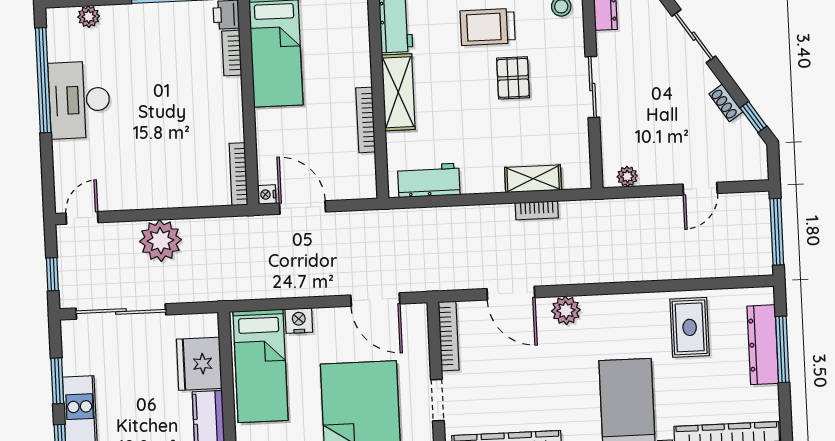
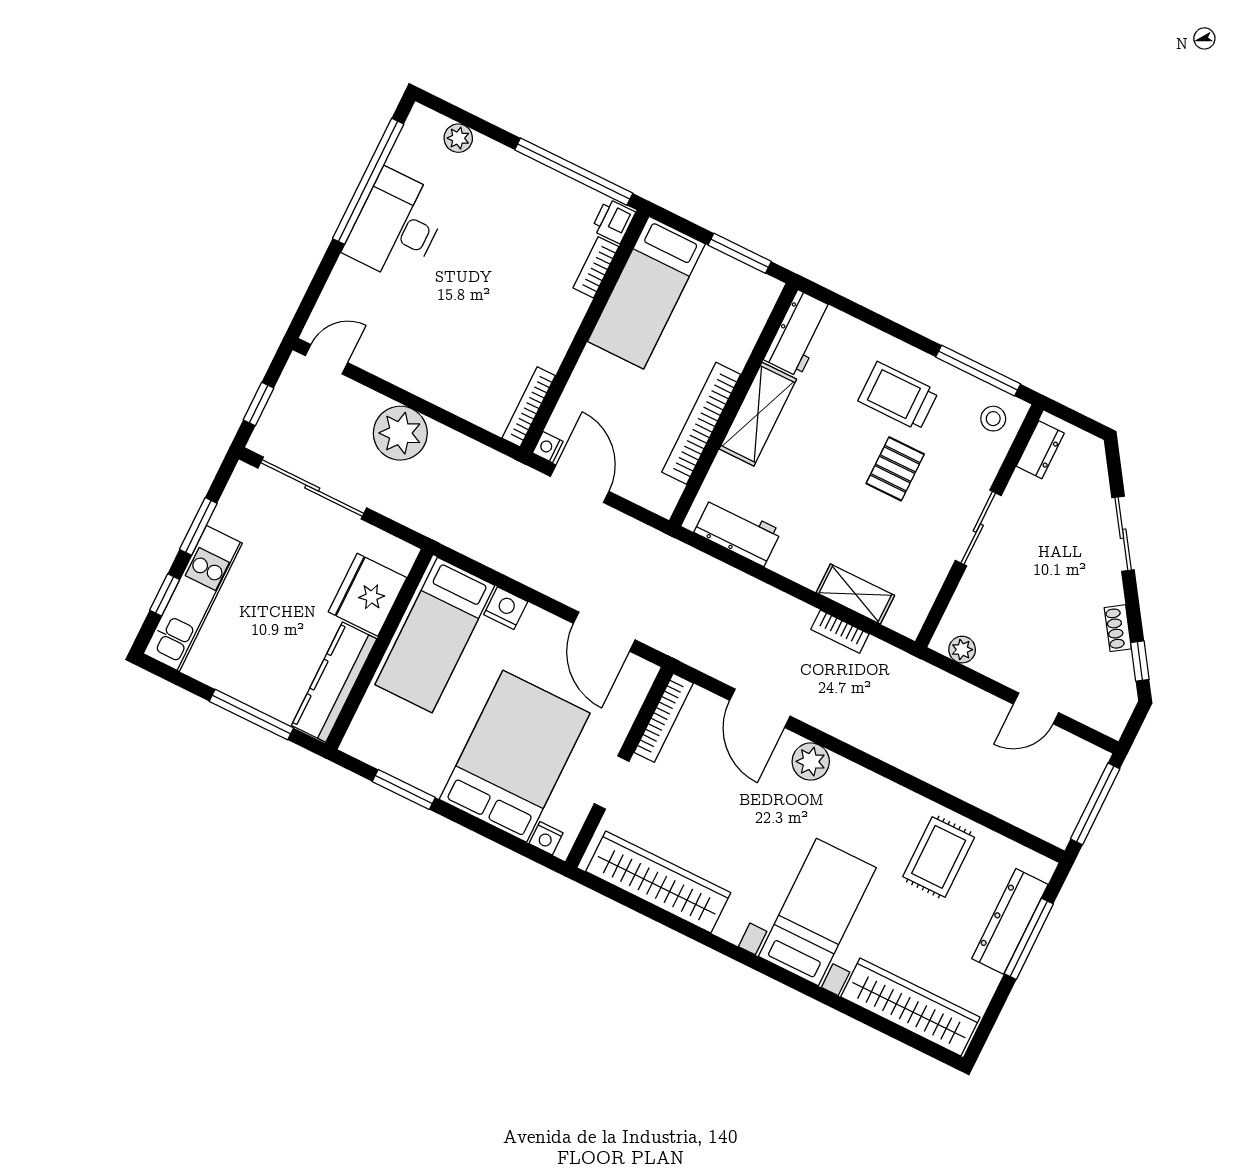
bookcase: (366, 120) -> (701, 423), width x1.48, depth x1.31

